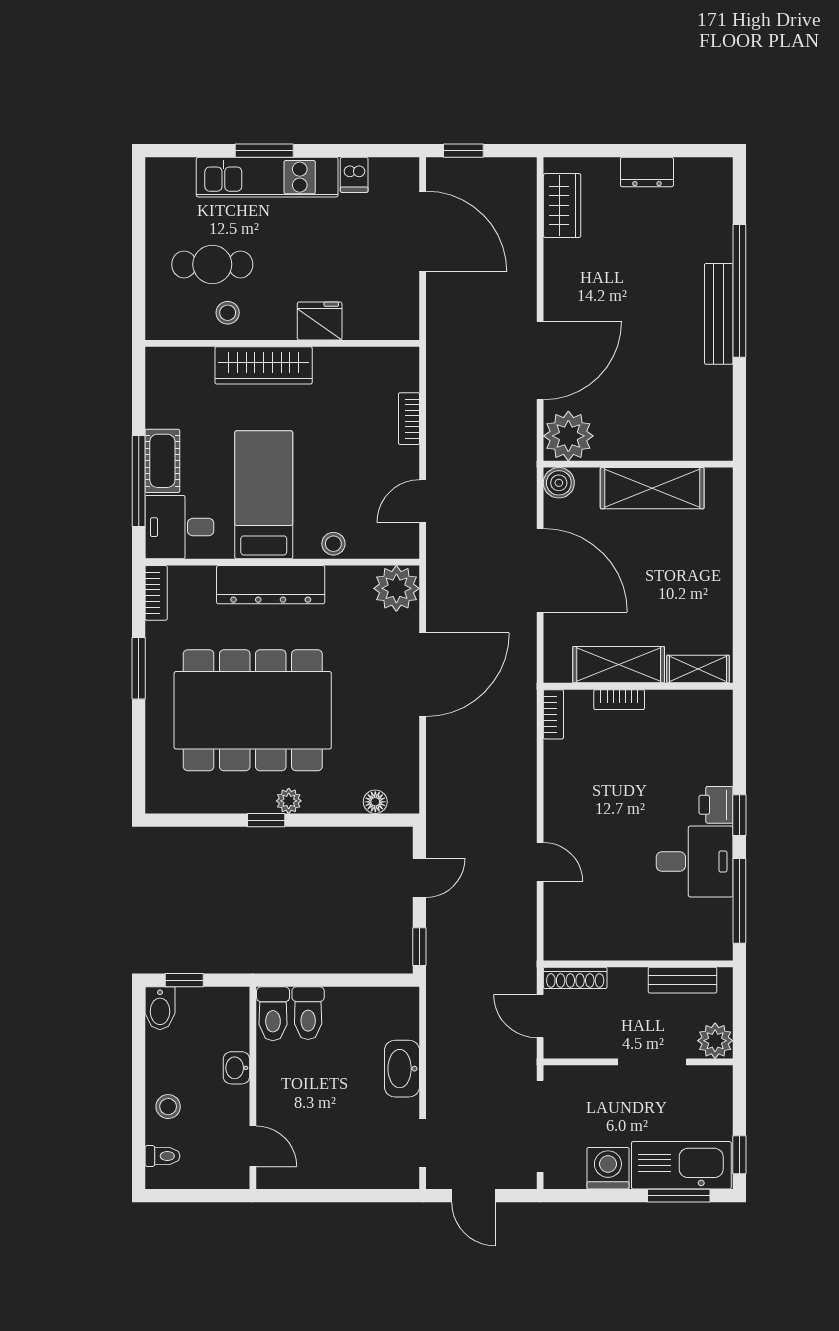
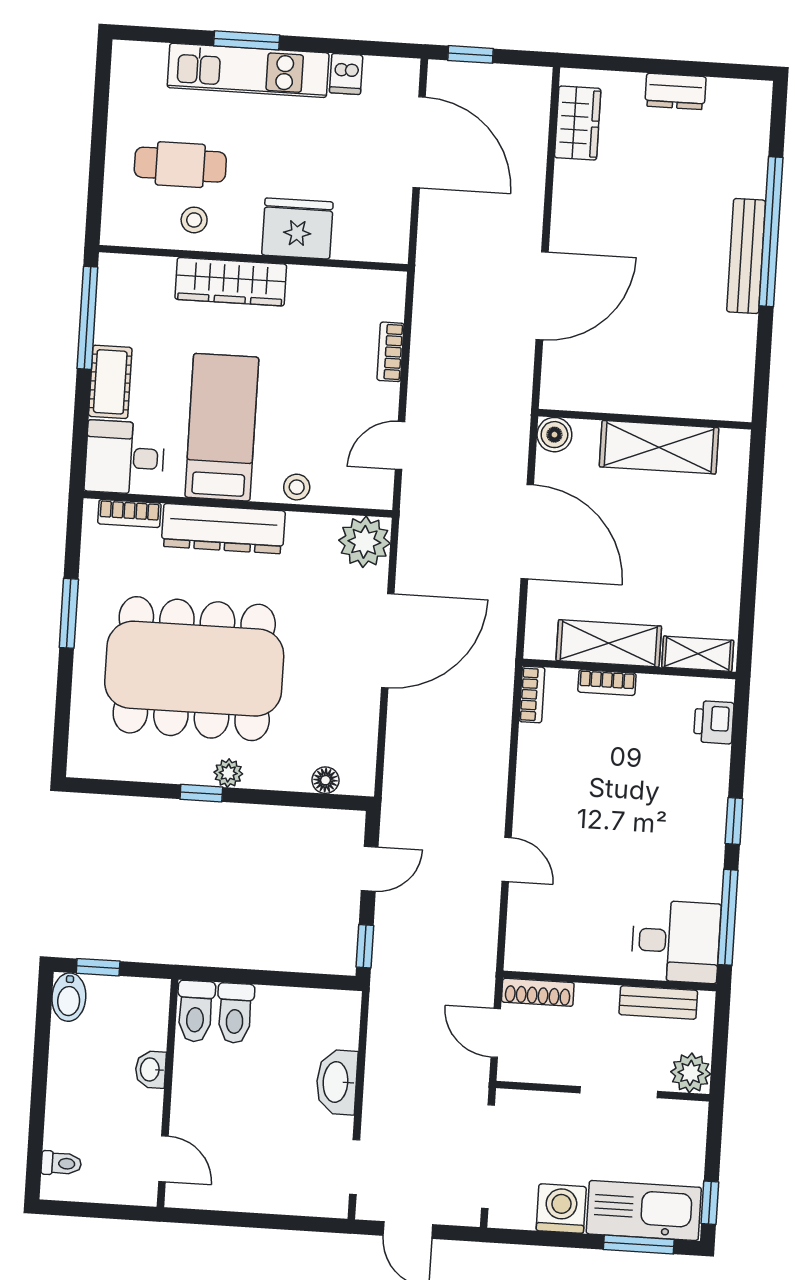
fridge: (320, 321) -> (297, 228), width x1.36, depth x1.34
plant: (568, 436) -> (568, 383), removed
window: (139, 481) -> (87, 318), moved
bookcase: (156, 593) -> (129, 514), moved, turned 90
printer: (716, 805) -> (714, 722), moved
desk: (695, 861) -> (676, 941), moved
stool: (168, 1107) -> (71, 1108), removed

